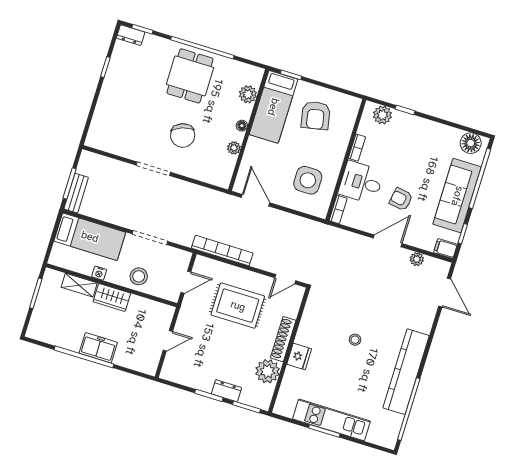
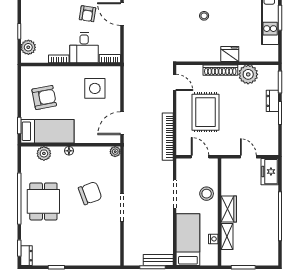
dining table: (190, 76) -> (43, 201), turned 90
plant: (234, 148) -> (115, 152), moved
nightstand: (99, 273) -> (213, 239), moved
freezer: (98, 348) -> (270, 172), moved

